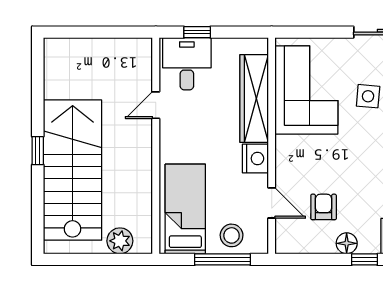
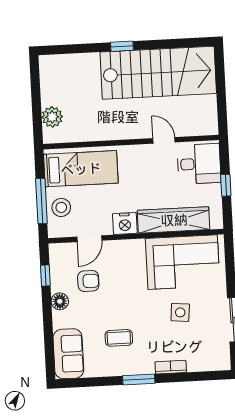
window: (197, 32) -> (226, 185), moved
stairs: (73, 170) -> (158, 73), moved
window: (365, 259) -> (45, 276), moved

